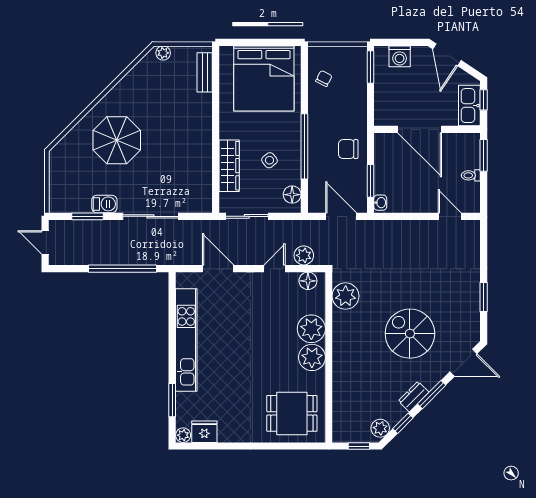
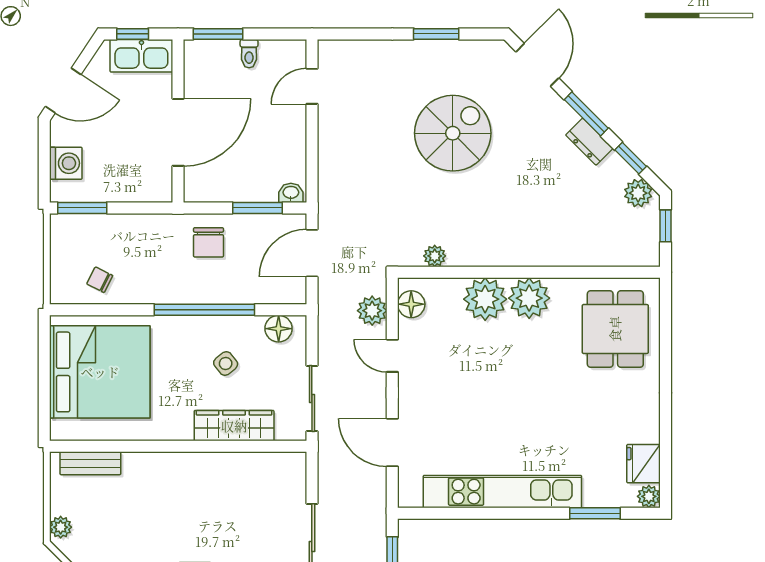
door: (218, 269) -> (392, 442), hinge flipped
plant: (346, 296) -> (435, 256), width x0.53, depth x0.53
spiral stairs: (410, 334) -> (453, 133), moved, turned 180

